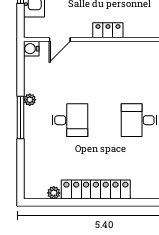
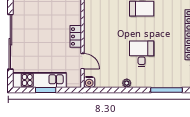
locker: (108, 30) -> (76, 36), moved
window: (20, 118) -> (167, 90), moved

